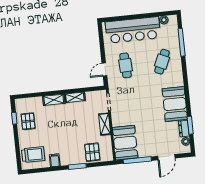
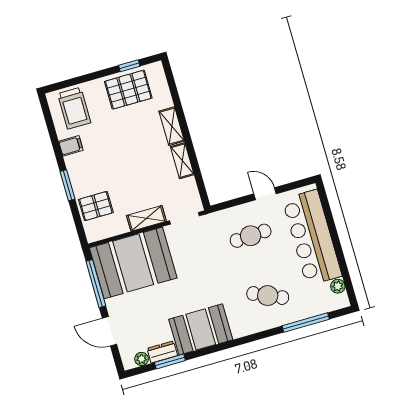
door: (104, 69) -> (265, 194), moved
pallet: (28, 121) -> (128, 90), width x1.50, depth x1.42
booth: (125, 143) -> (133, 263), width x1.36, depth x1.42

